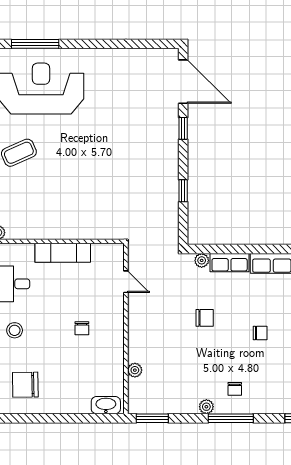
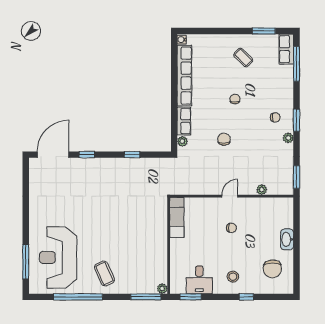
exam couch: (63, 253) -> (177, 217), moved
door: (126, 282) -> (230, 196), moved
washbasin: (106, 405) -> (287, 239), moved
window: (231, 418) -> (297, 120), width x0.69

